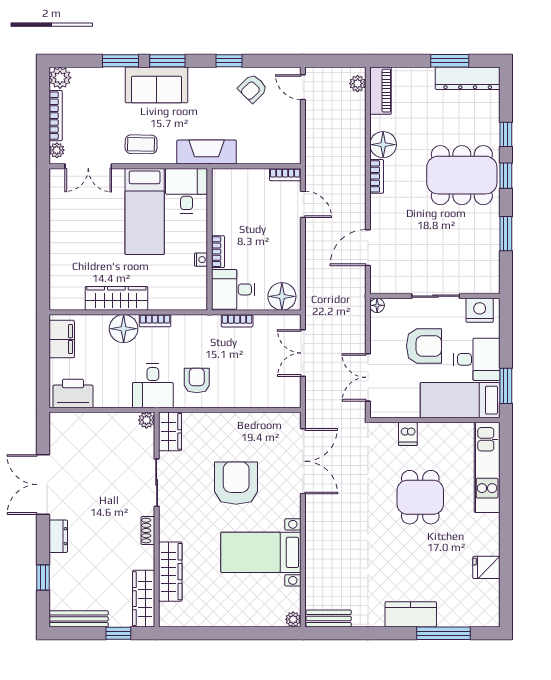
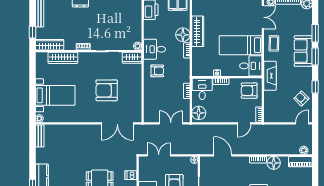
double door: (88, 166) -> (263, 17), swing flipped
armchair: (237, 194) -> (249, 91), added
armchair: (236, 483) -> (107, 90), turned 180
bed with nightstands: (261, 552) -> (55, 95), moved, turned 90

